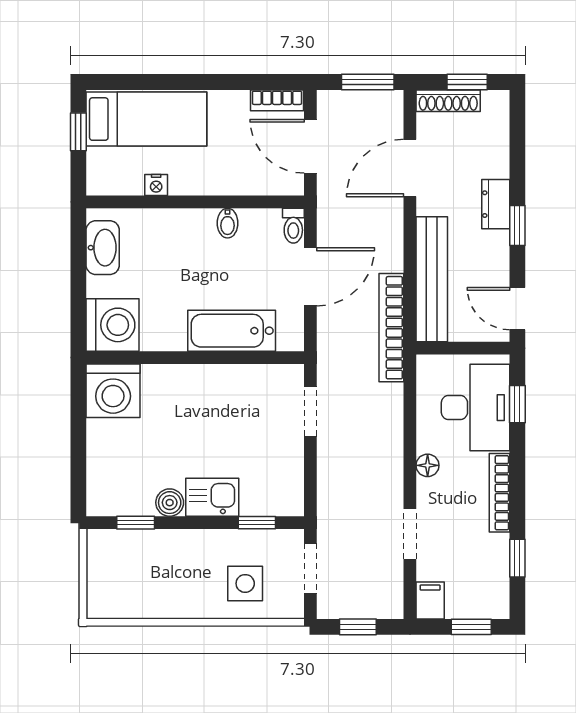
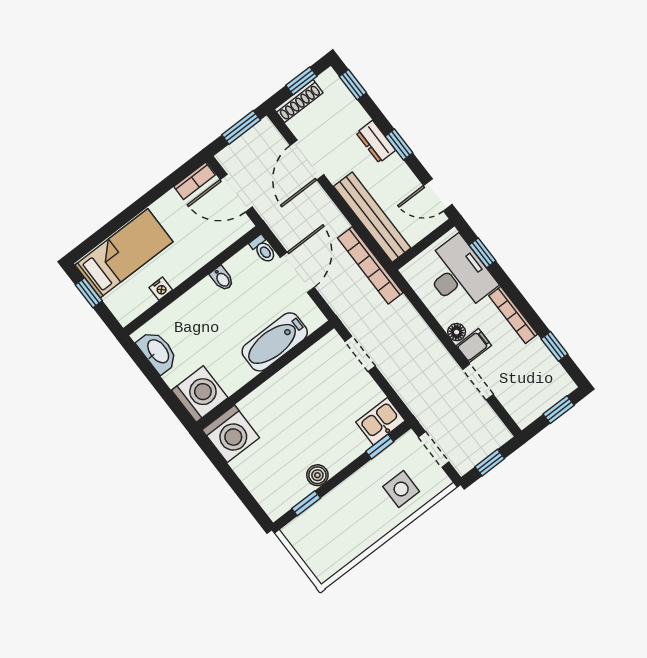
window: (517, 127) -> (353, 85), added
kitchen sink: (212, 497) -> (381, 421), moved
filing cabinet: (430, 601) -> (474, 346), moved, turned 90

